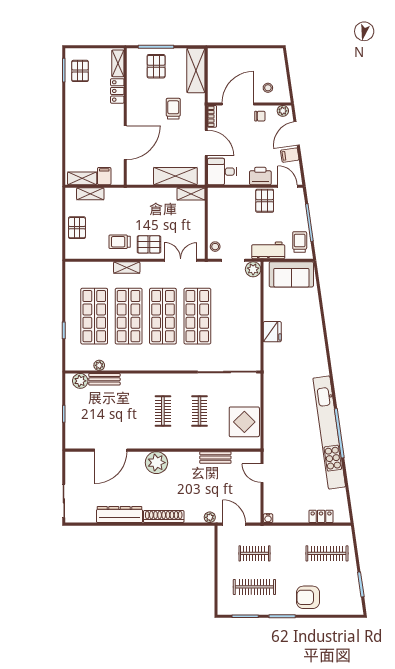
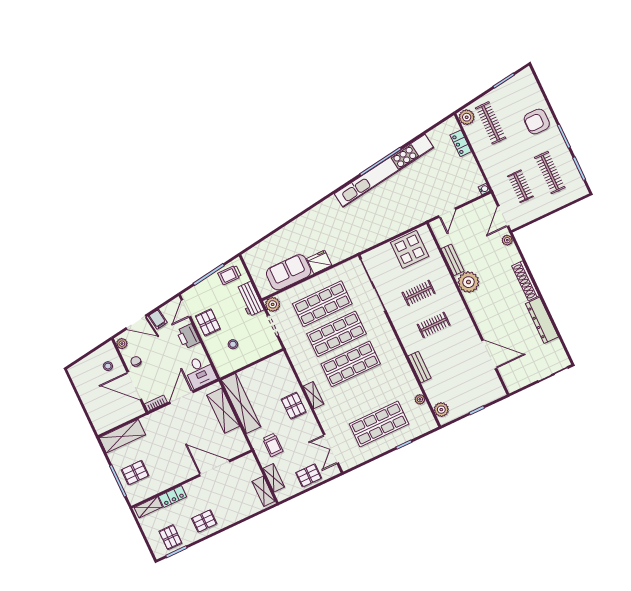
pallet: (80, 71) -> (170, 537), turned 90
trolley: (173, 109) -> (165, 440), removed
pallet: (80, 110) -> (204, 521), added
filing cabinet: (104, 176) -> (252, 473), removed
shelving: (191, 194) -> (241, 403), width x2.20, depth x1.33
pallet: (265, 201) -> (208, 322), turned 90
trolley: (120, 242) -> (273, 445), moved
stool: (215, 247) -> (233, 344), moved
double door: (181, 260) -> (331, 449), moved
shelving: (127, 268) -> (313, 395), moved
sofa: (291, 274) -> (289, 272), moved, turned -90
shop shelf: (129, 316) -> (322, 304), moved
bench: (104, 379) -> (420, 367), moved
plant: (156, 463) -> (469, 282), moved
plant: (343, 534) -> (467, 117), added
armchair: (308, 597) -> (537, 121), turned 90

